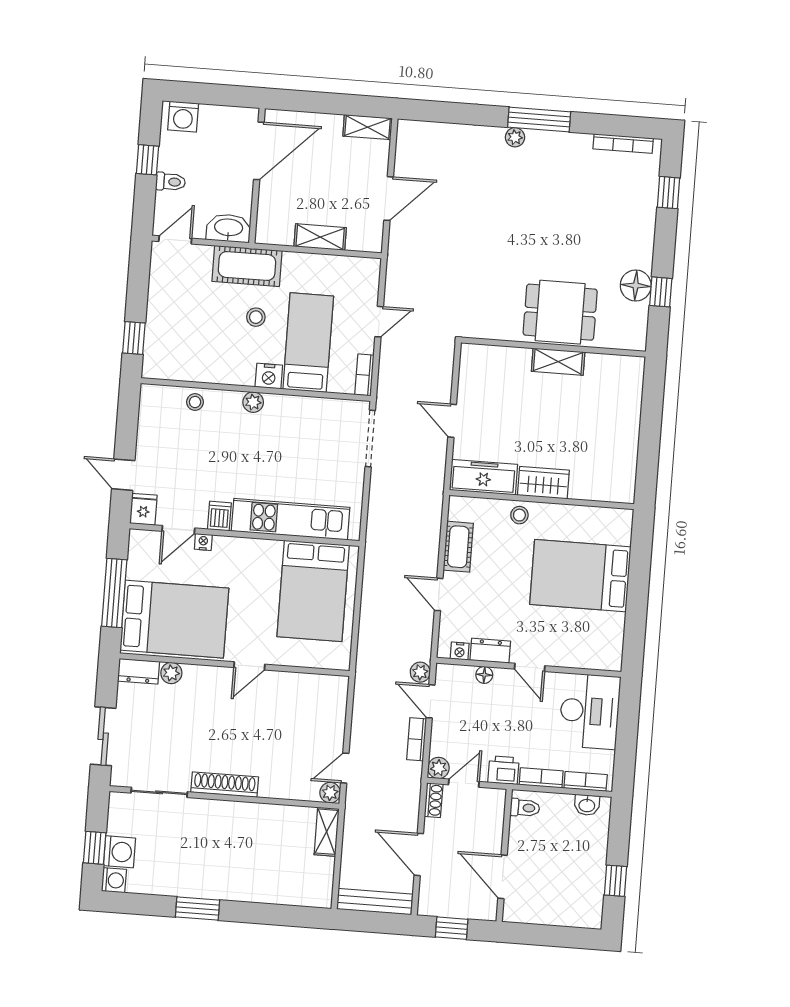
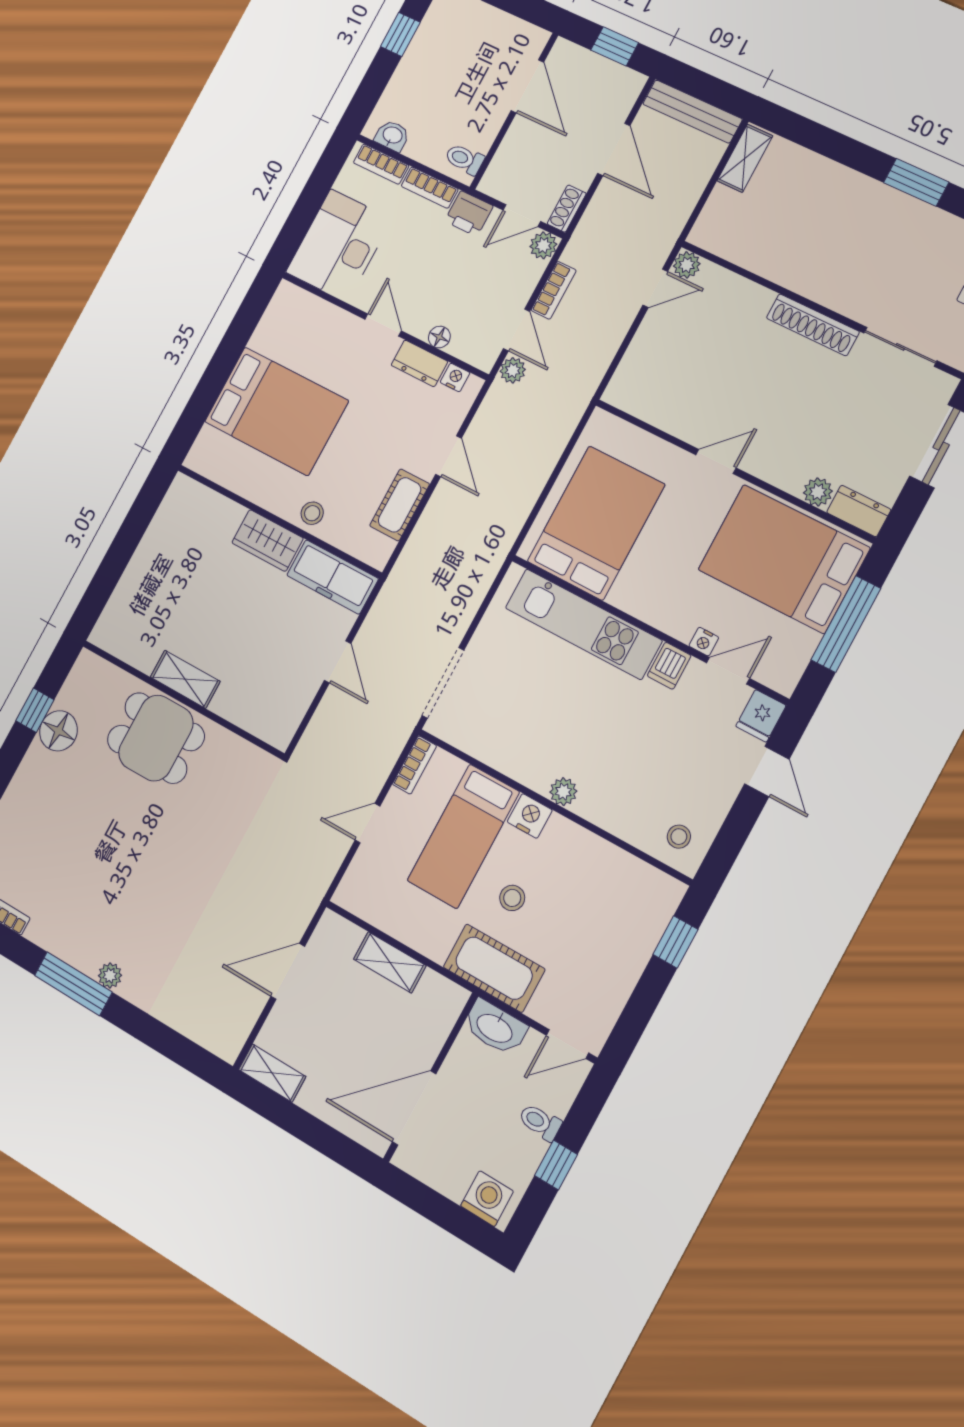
stool: (195, 402) -> (679, 837), moved
shelving: (327, 832) -> (745, 158), moved

